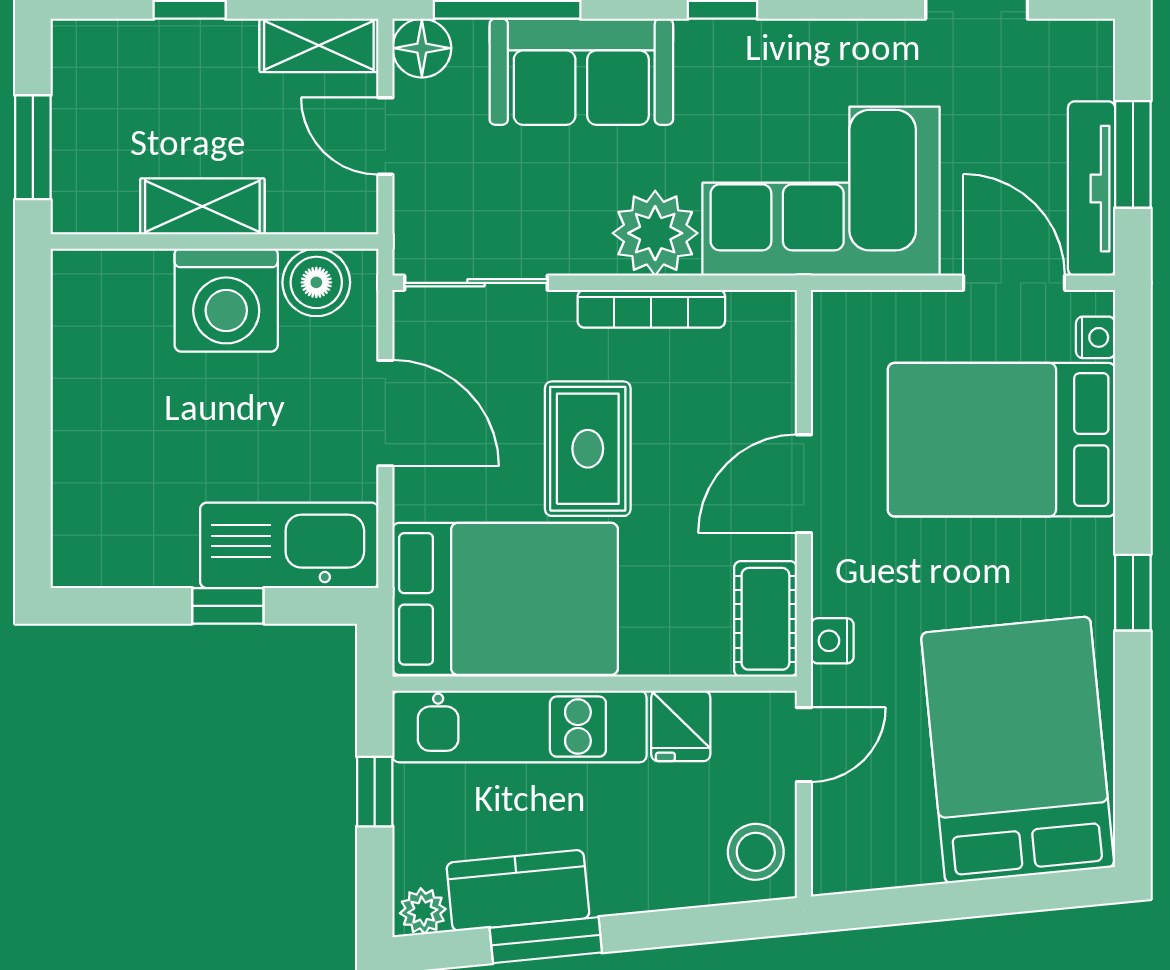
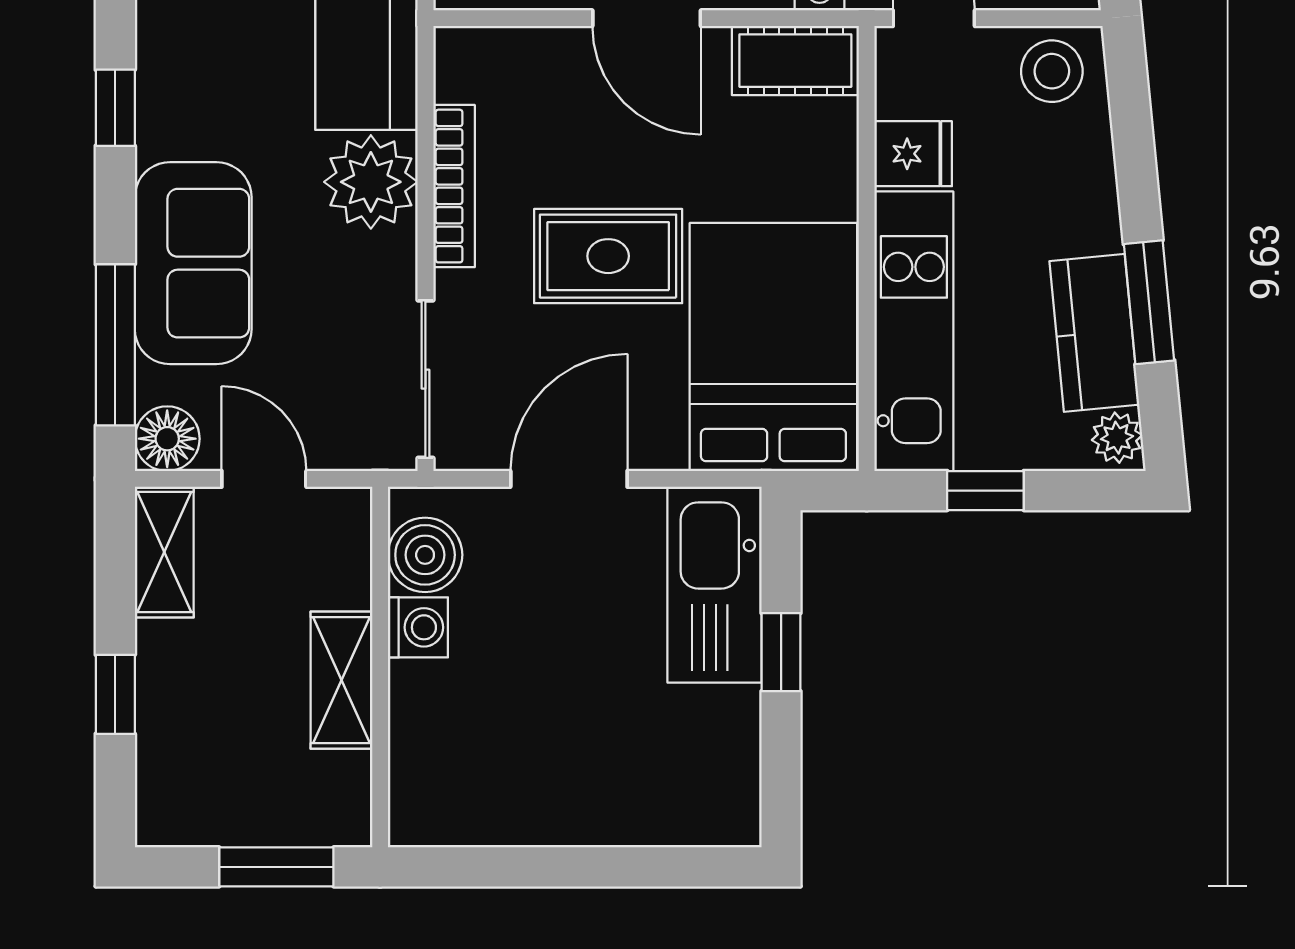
door: (385, 136) -> (264, 479), swing flipped
washing machine: (226, 300) -> (418, 627), width x0.53, depth x0.53

